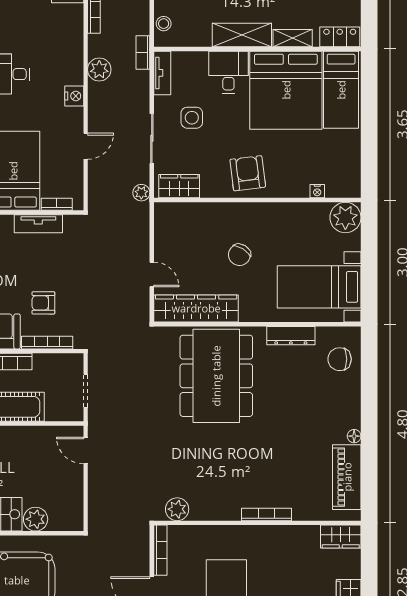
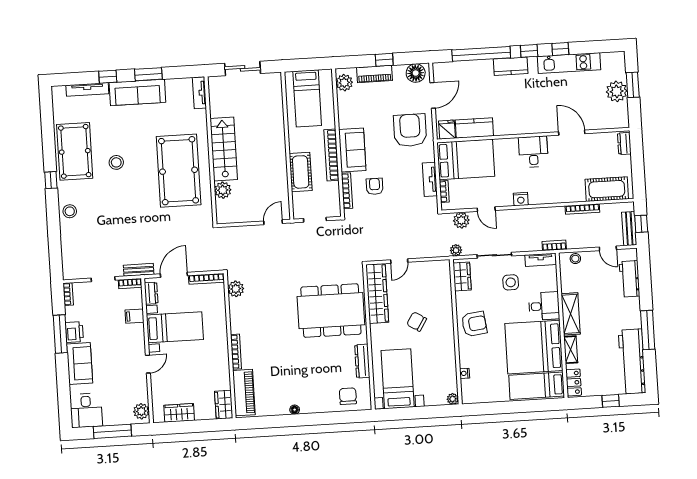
plant: (99, 69) -> (461, 220), moved
plant: (345, 217) -> (453, 399), width x0.53, depth x0.53
piano: (347, 477) -> (244, 393), moved, turned 90

